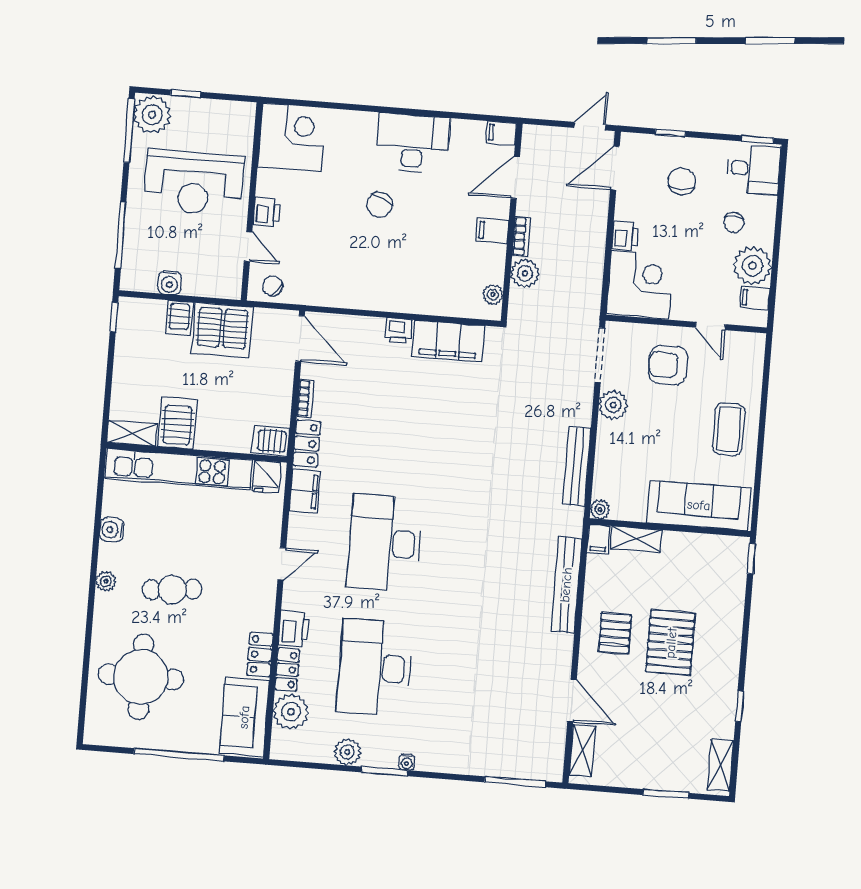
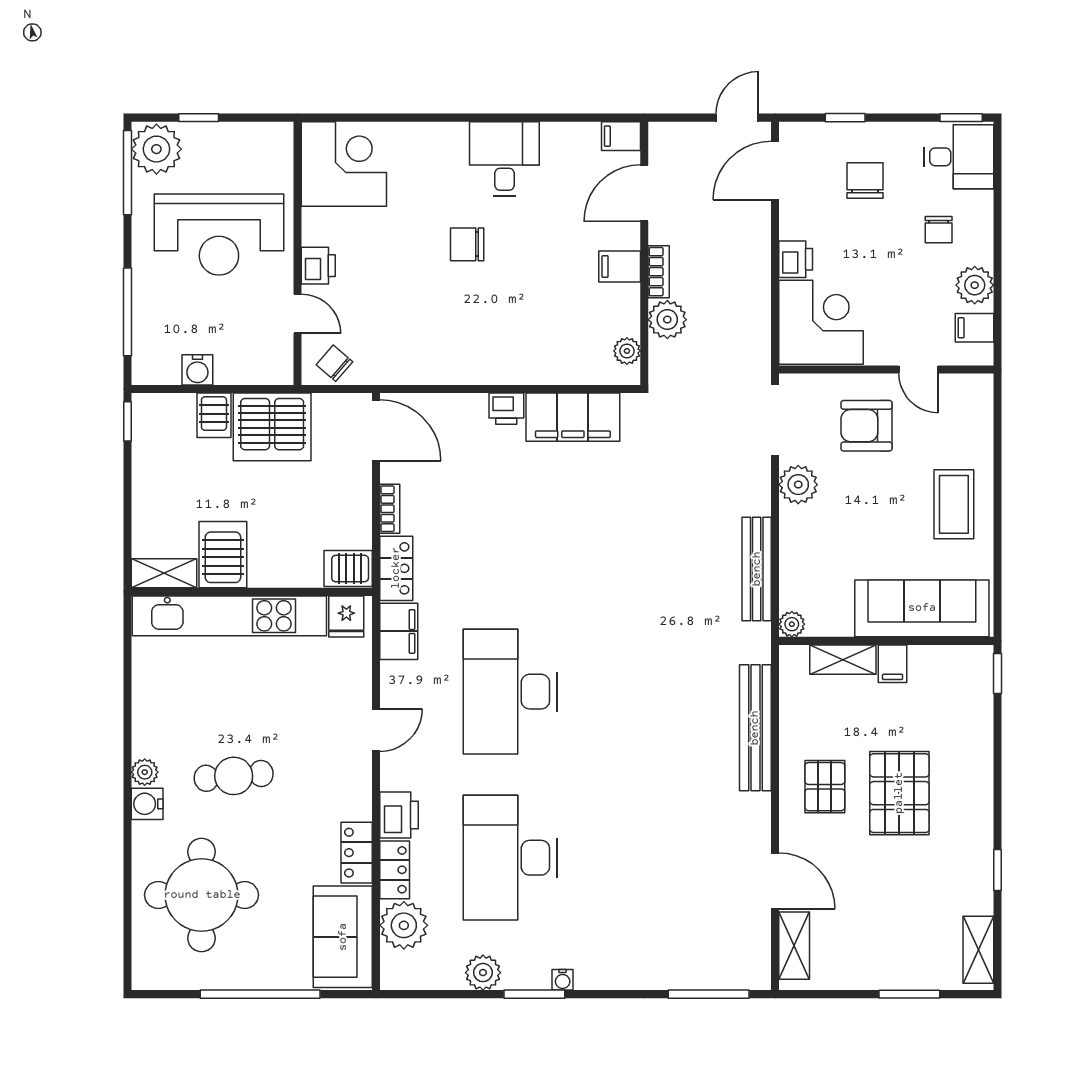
desk: (413, 143) -> (504, 159), width x0.73
chair: (379, 205) -> (467, 244), turned 65
plant: (752, 266) -> (975, 285), width x0.73, depth x0.73
water cooler: (112, 530) -> (147, 804), moved
filing cabinet: (599, 539) -> (893, 664), moved

